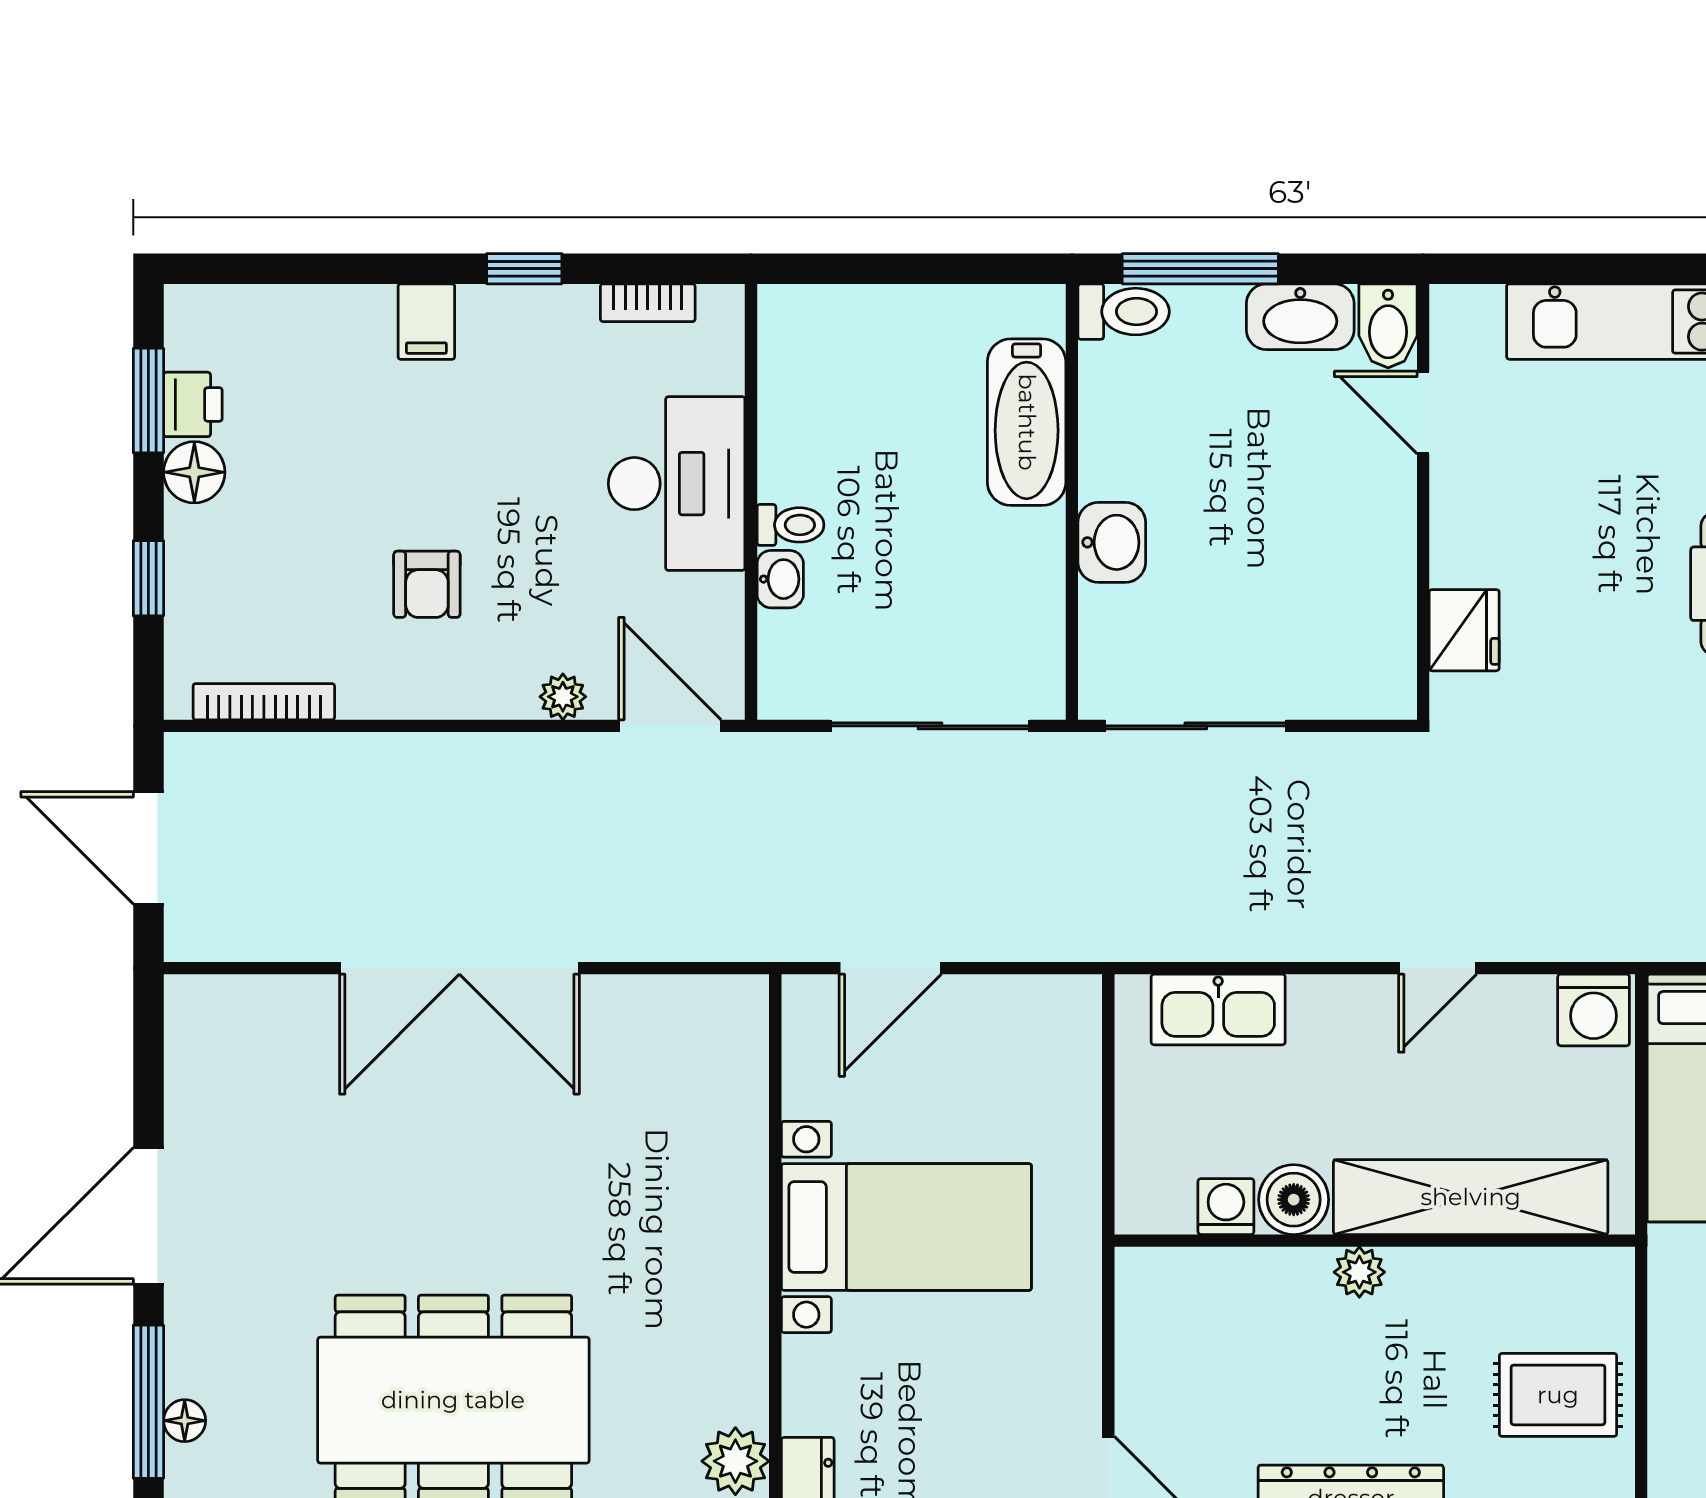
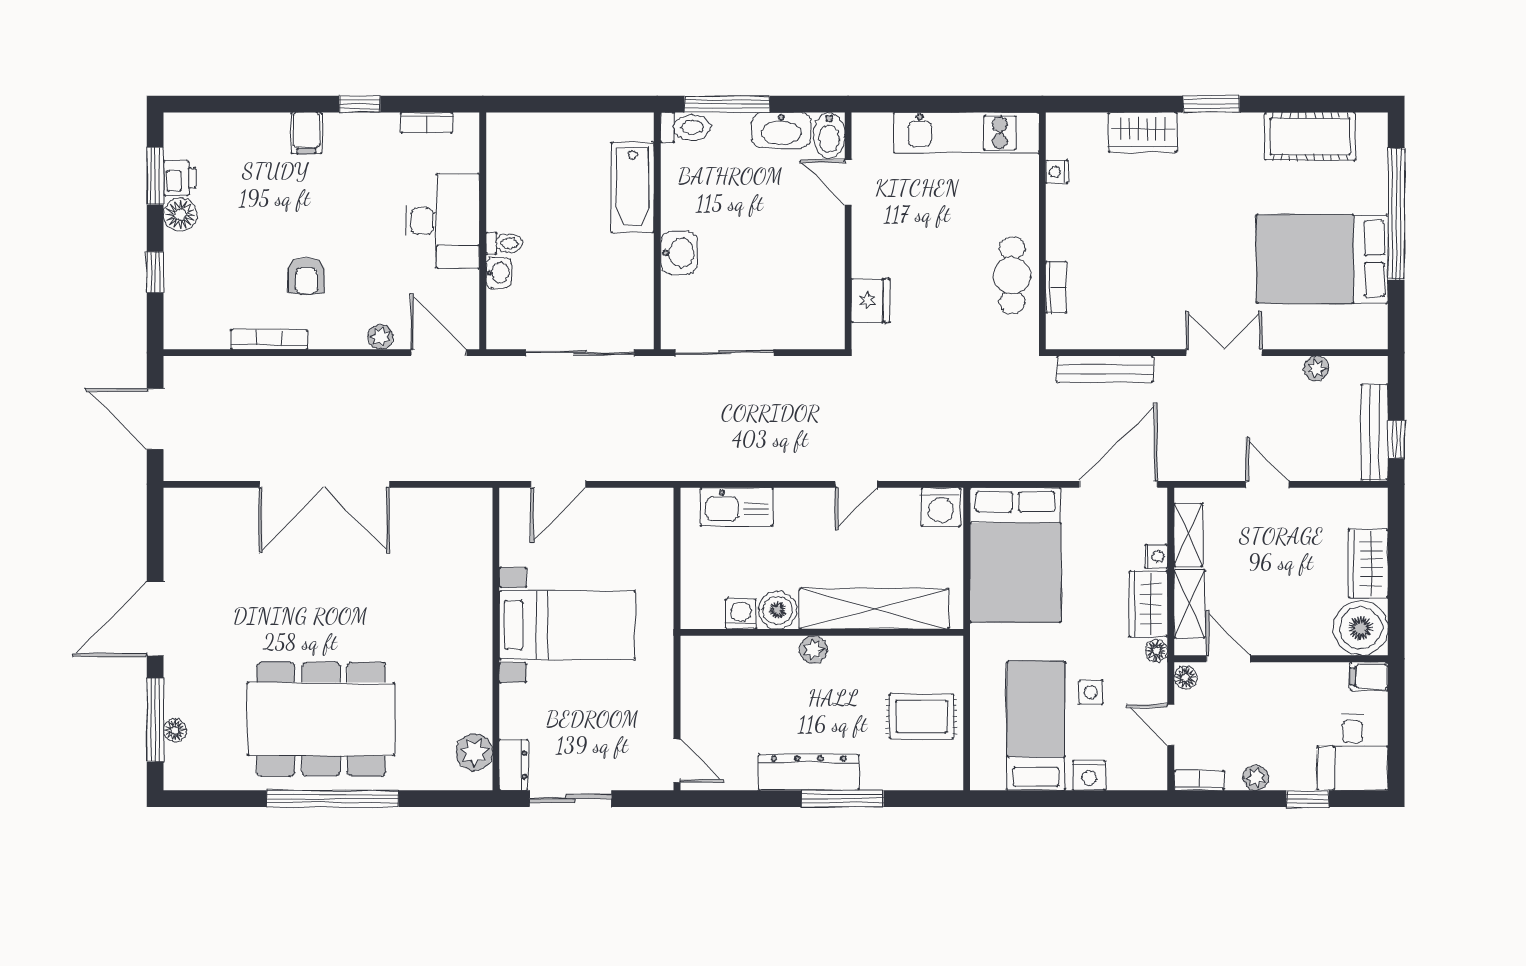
bookcase: (264, 702) -> (269, 339), moved

